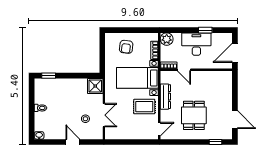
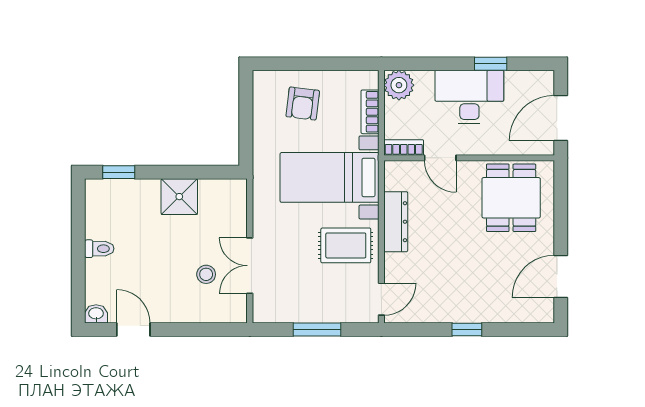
shower: (95, 86) -> (179, 197), moved
double door: (104, 115) -> (250, 266), swing flipped
dining table: (194, 115) -> (511, 198), moved
door: (235, 120) -> (561, 276), swing flipped
door: (73, 142) -> (133, 329), moved
window: (132, 142) -> (317, 329), added
window: (216, 142) -> (467, 329), moved

